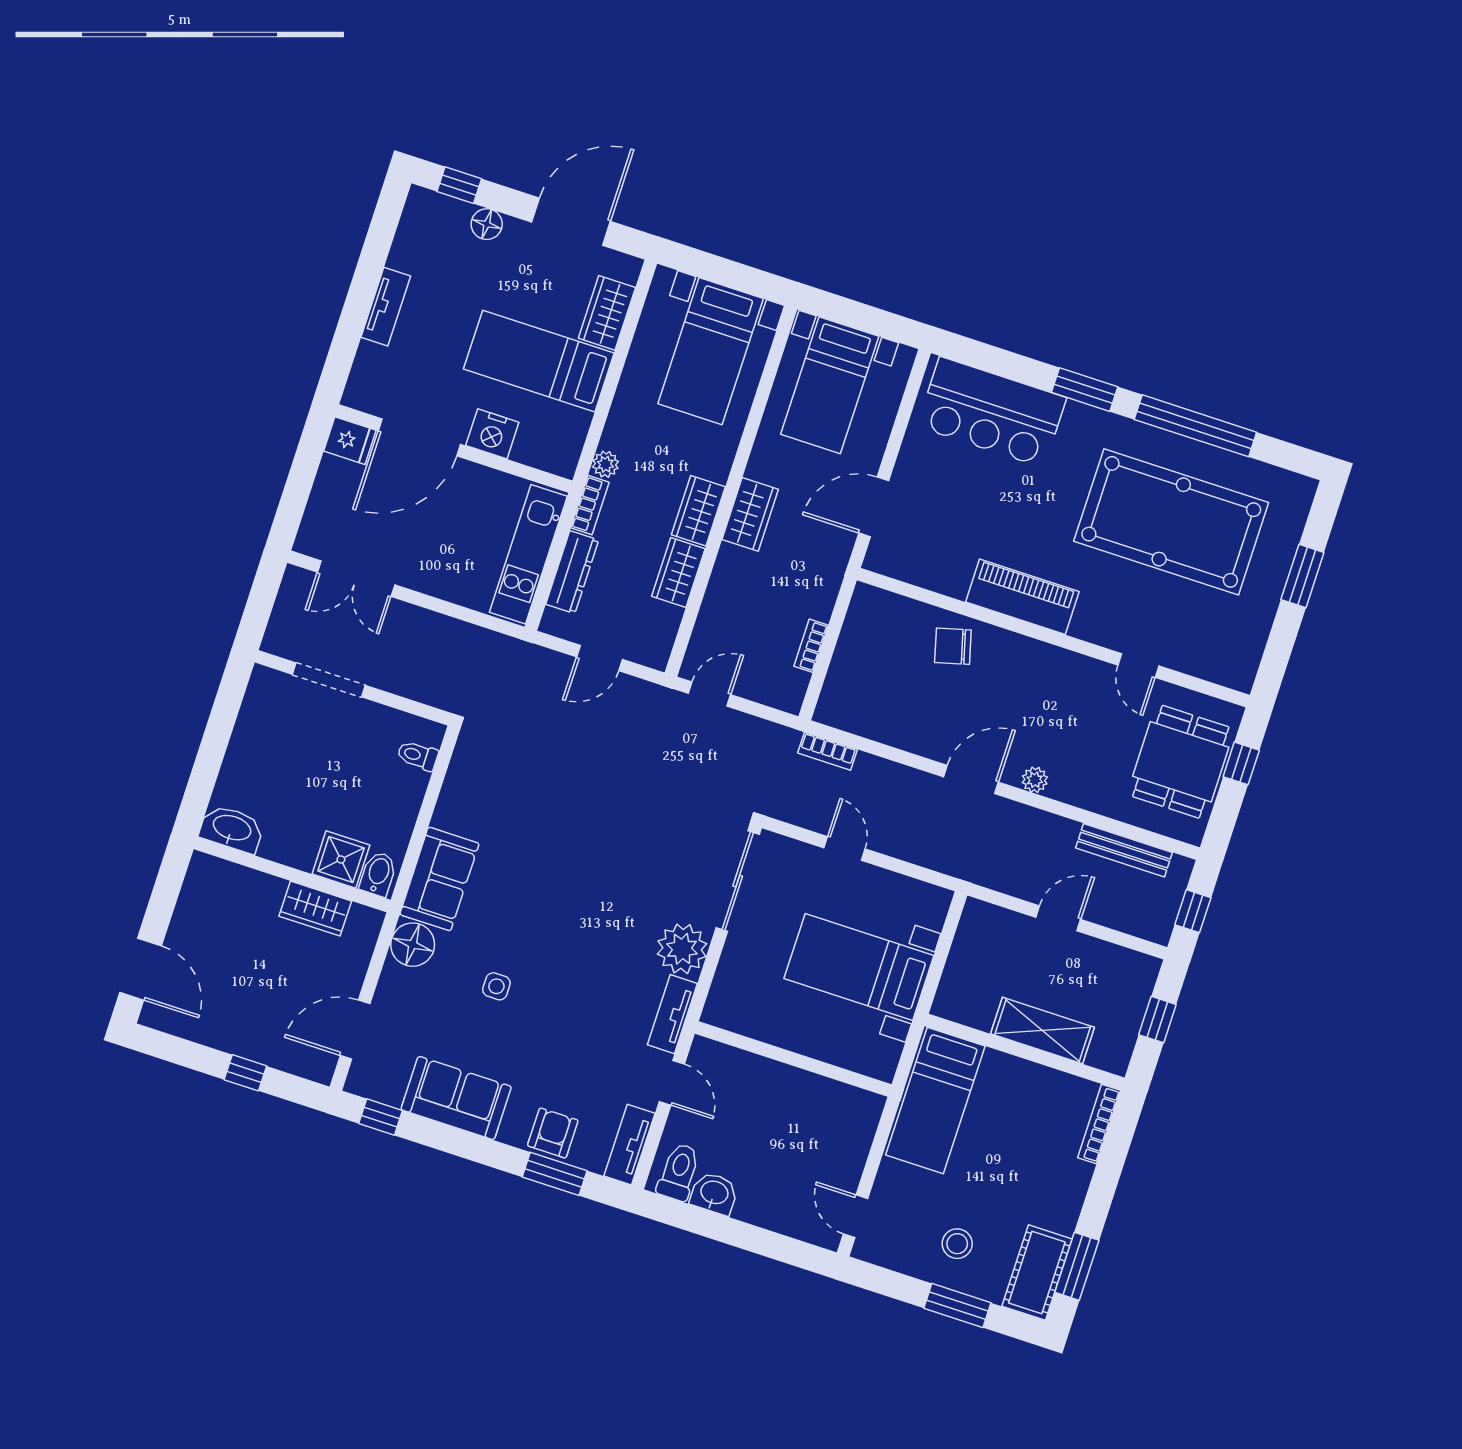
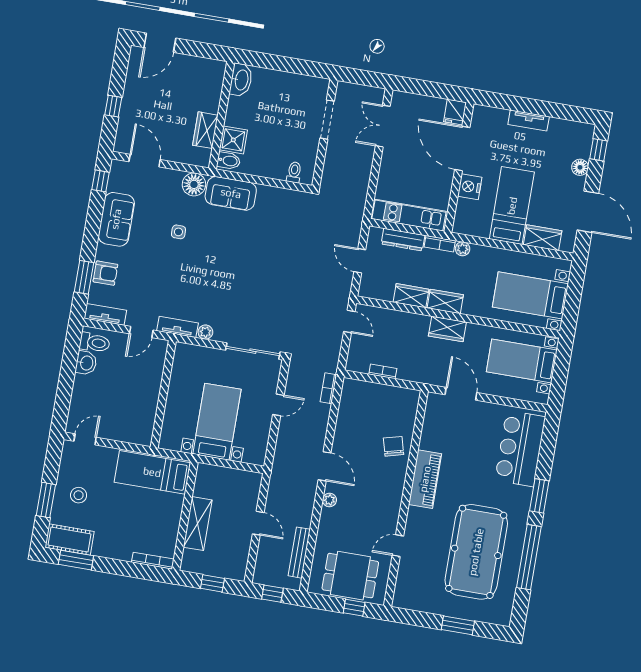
plant: (682, 949) -> (205, 332), width x0.53, depth x0.53

